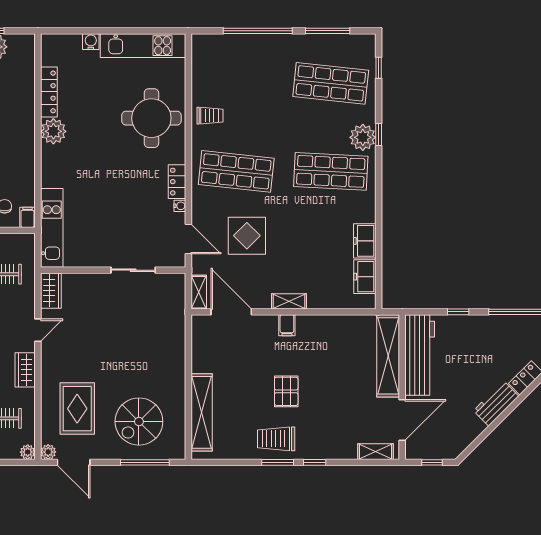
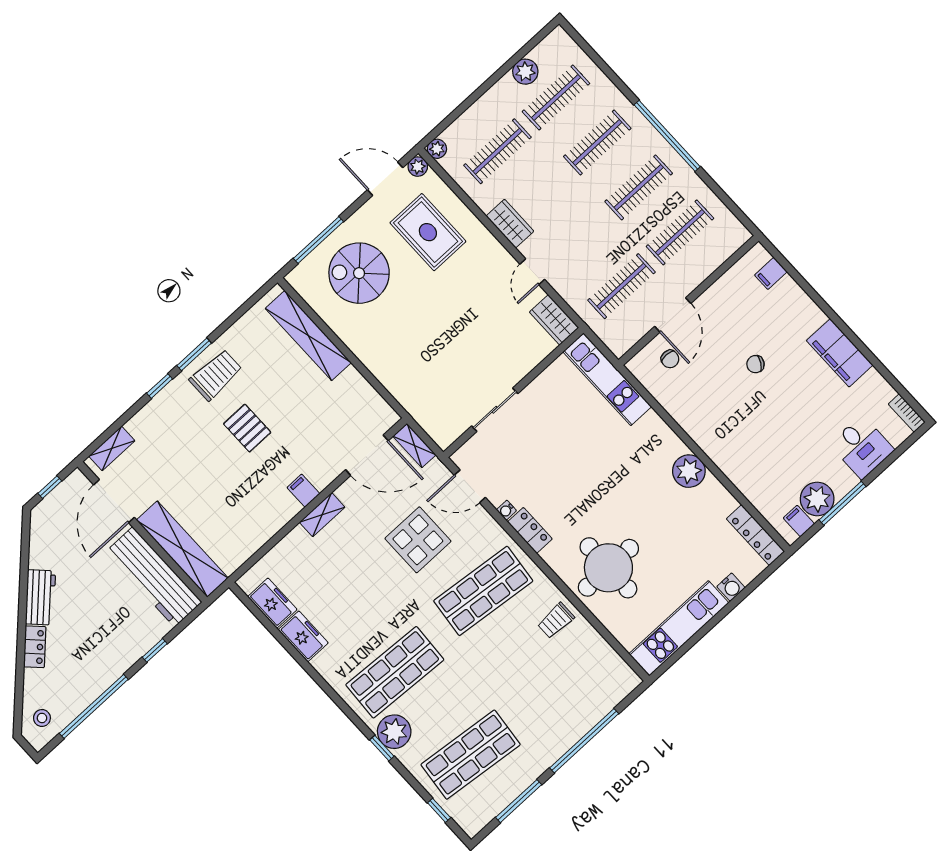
locker: (49, 92) -> (755, 535), moved
filing cabinet: (28, 217) -> (799, 521), moved, turned 180
spiral stairs: (139, 422) -> (359, 273), turned -90

